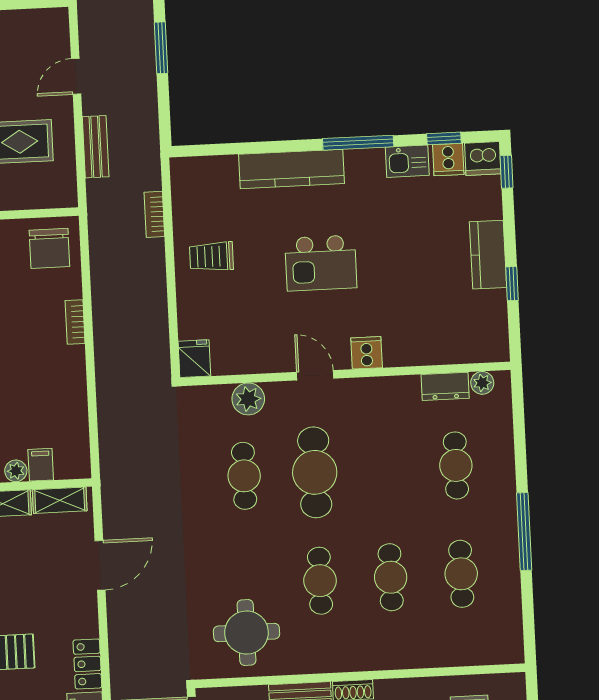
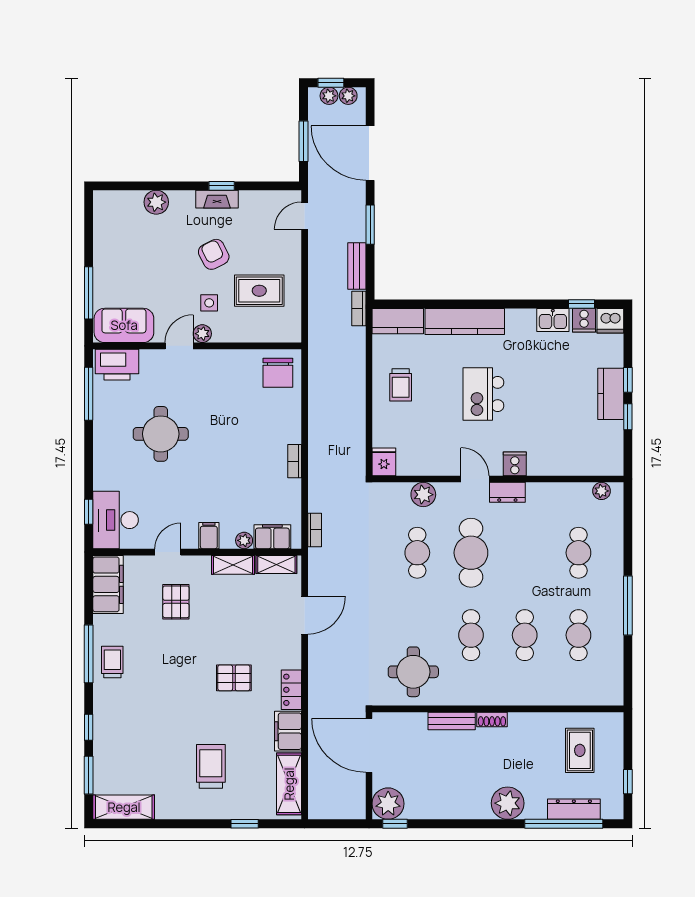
door: (76, 76) -> (305, 216), moved
window: (358, 143) -> (516, 304), removed
bench: (96, 147) -> (357, 266), moved
window: (507, 172) -> (628, 380), moved
kitchen counter: (204, 173) -> (398, 321), added
bookcase: (154, 214) -> (359, 309), moved
trolley: (211, 256) -> (401, 385), turned -90
kitchen island: (321, 263) -> (483, 394), turned 90
bookcase: (75, 322) -> (295, 461), moved
dresser: (445, 386) -> (507, 492), moved
bookcase: (108, 453) -> (315, 530), added
filing cabinet: (41, 465) -> (272, 537), width x2.00

